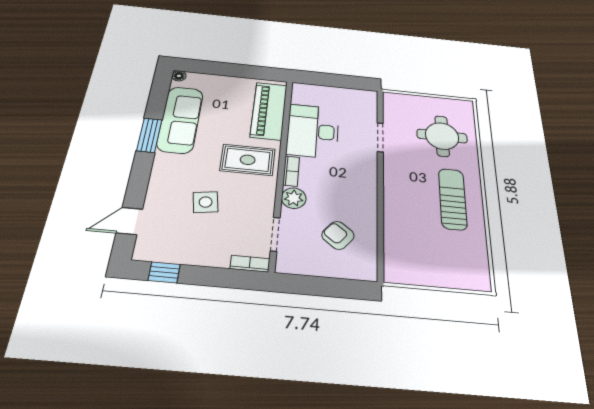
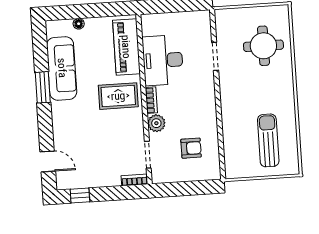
floor lamp: (179, 76) -> (79, 24), moved
sun lounger: (453, 199) -> (268, 140), moved
side table: (206, 202) -> (95, 137), removed
door: (129, 221) -> (48, 161), swing flipped
armchair: (338, 235) -> (191, 148), turned 141

